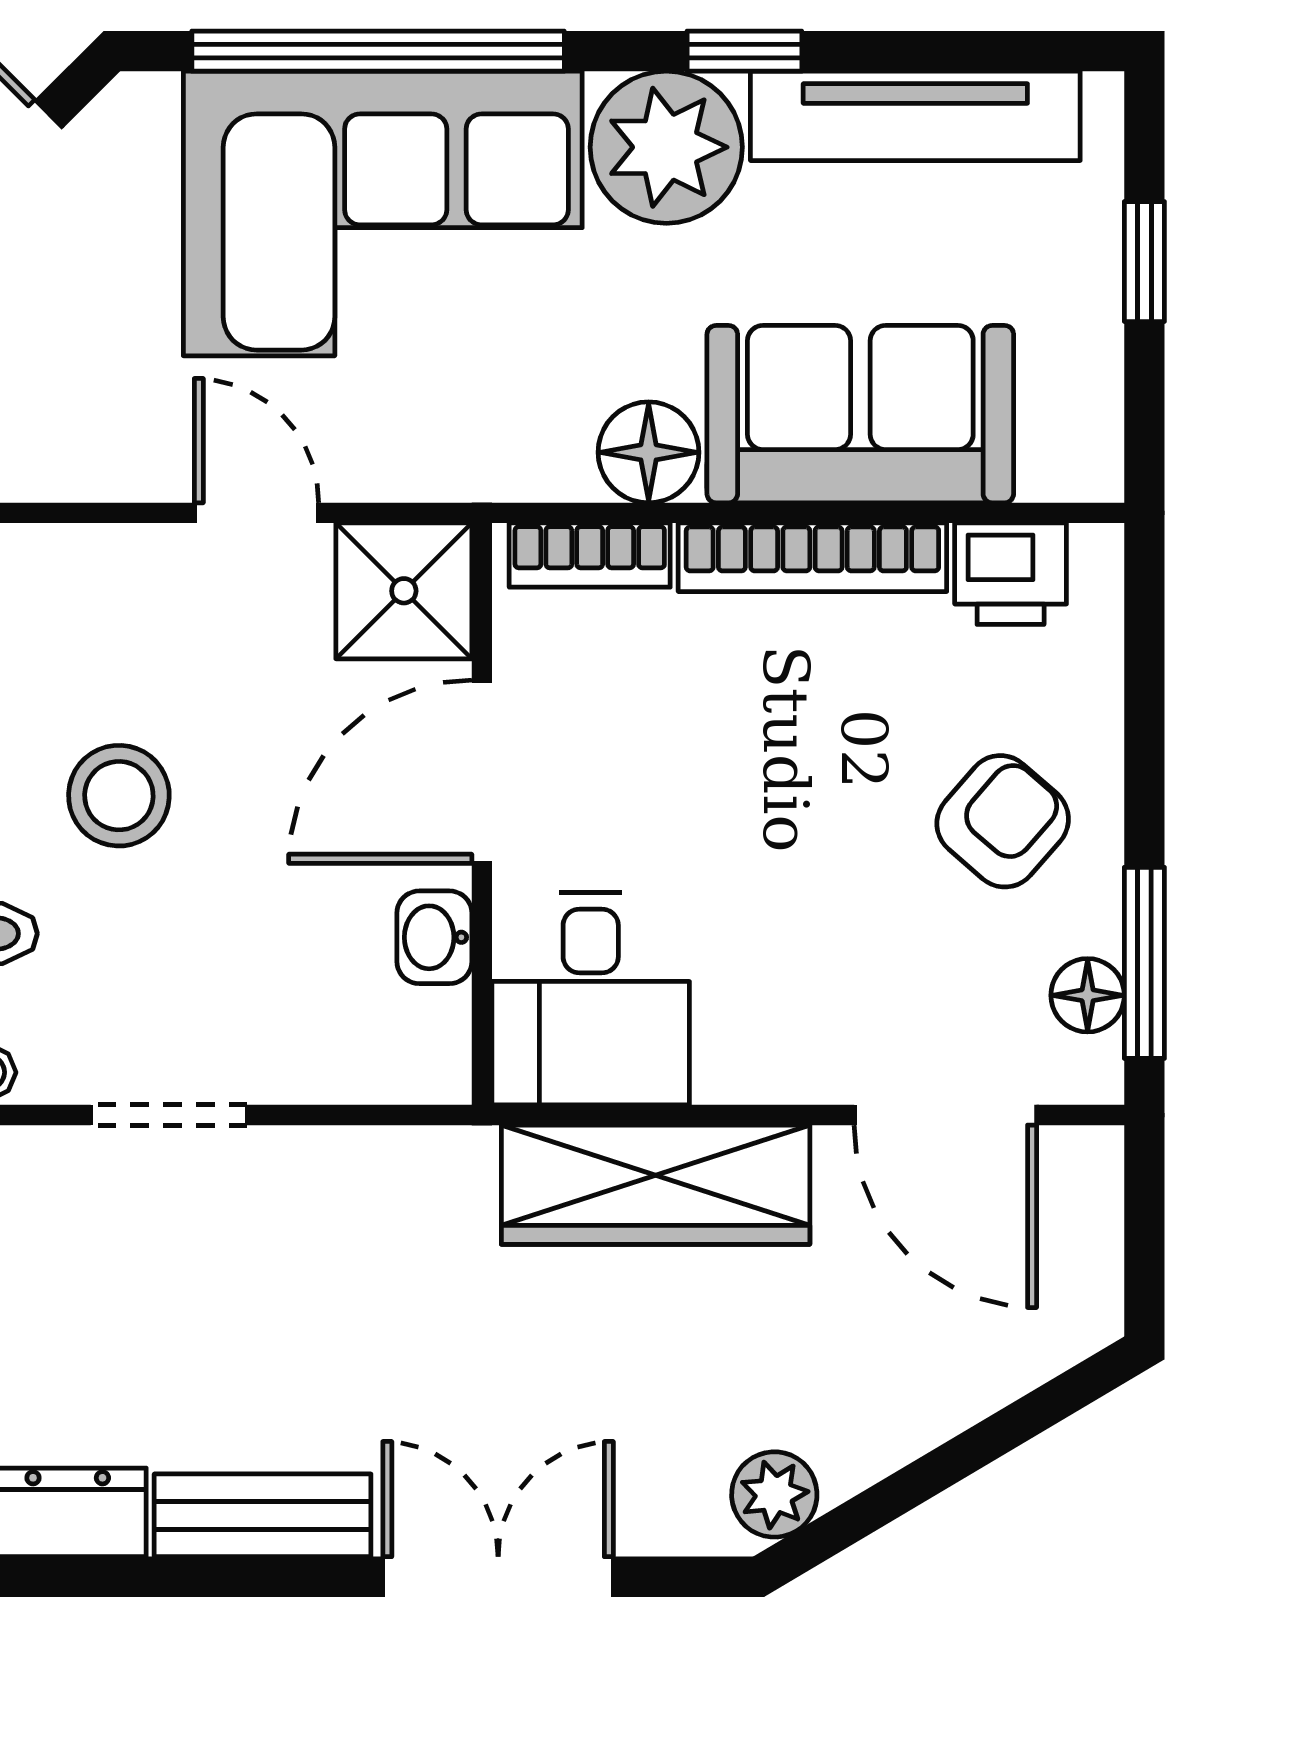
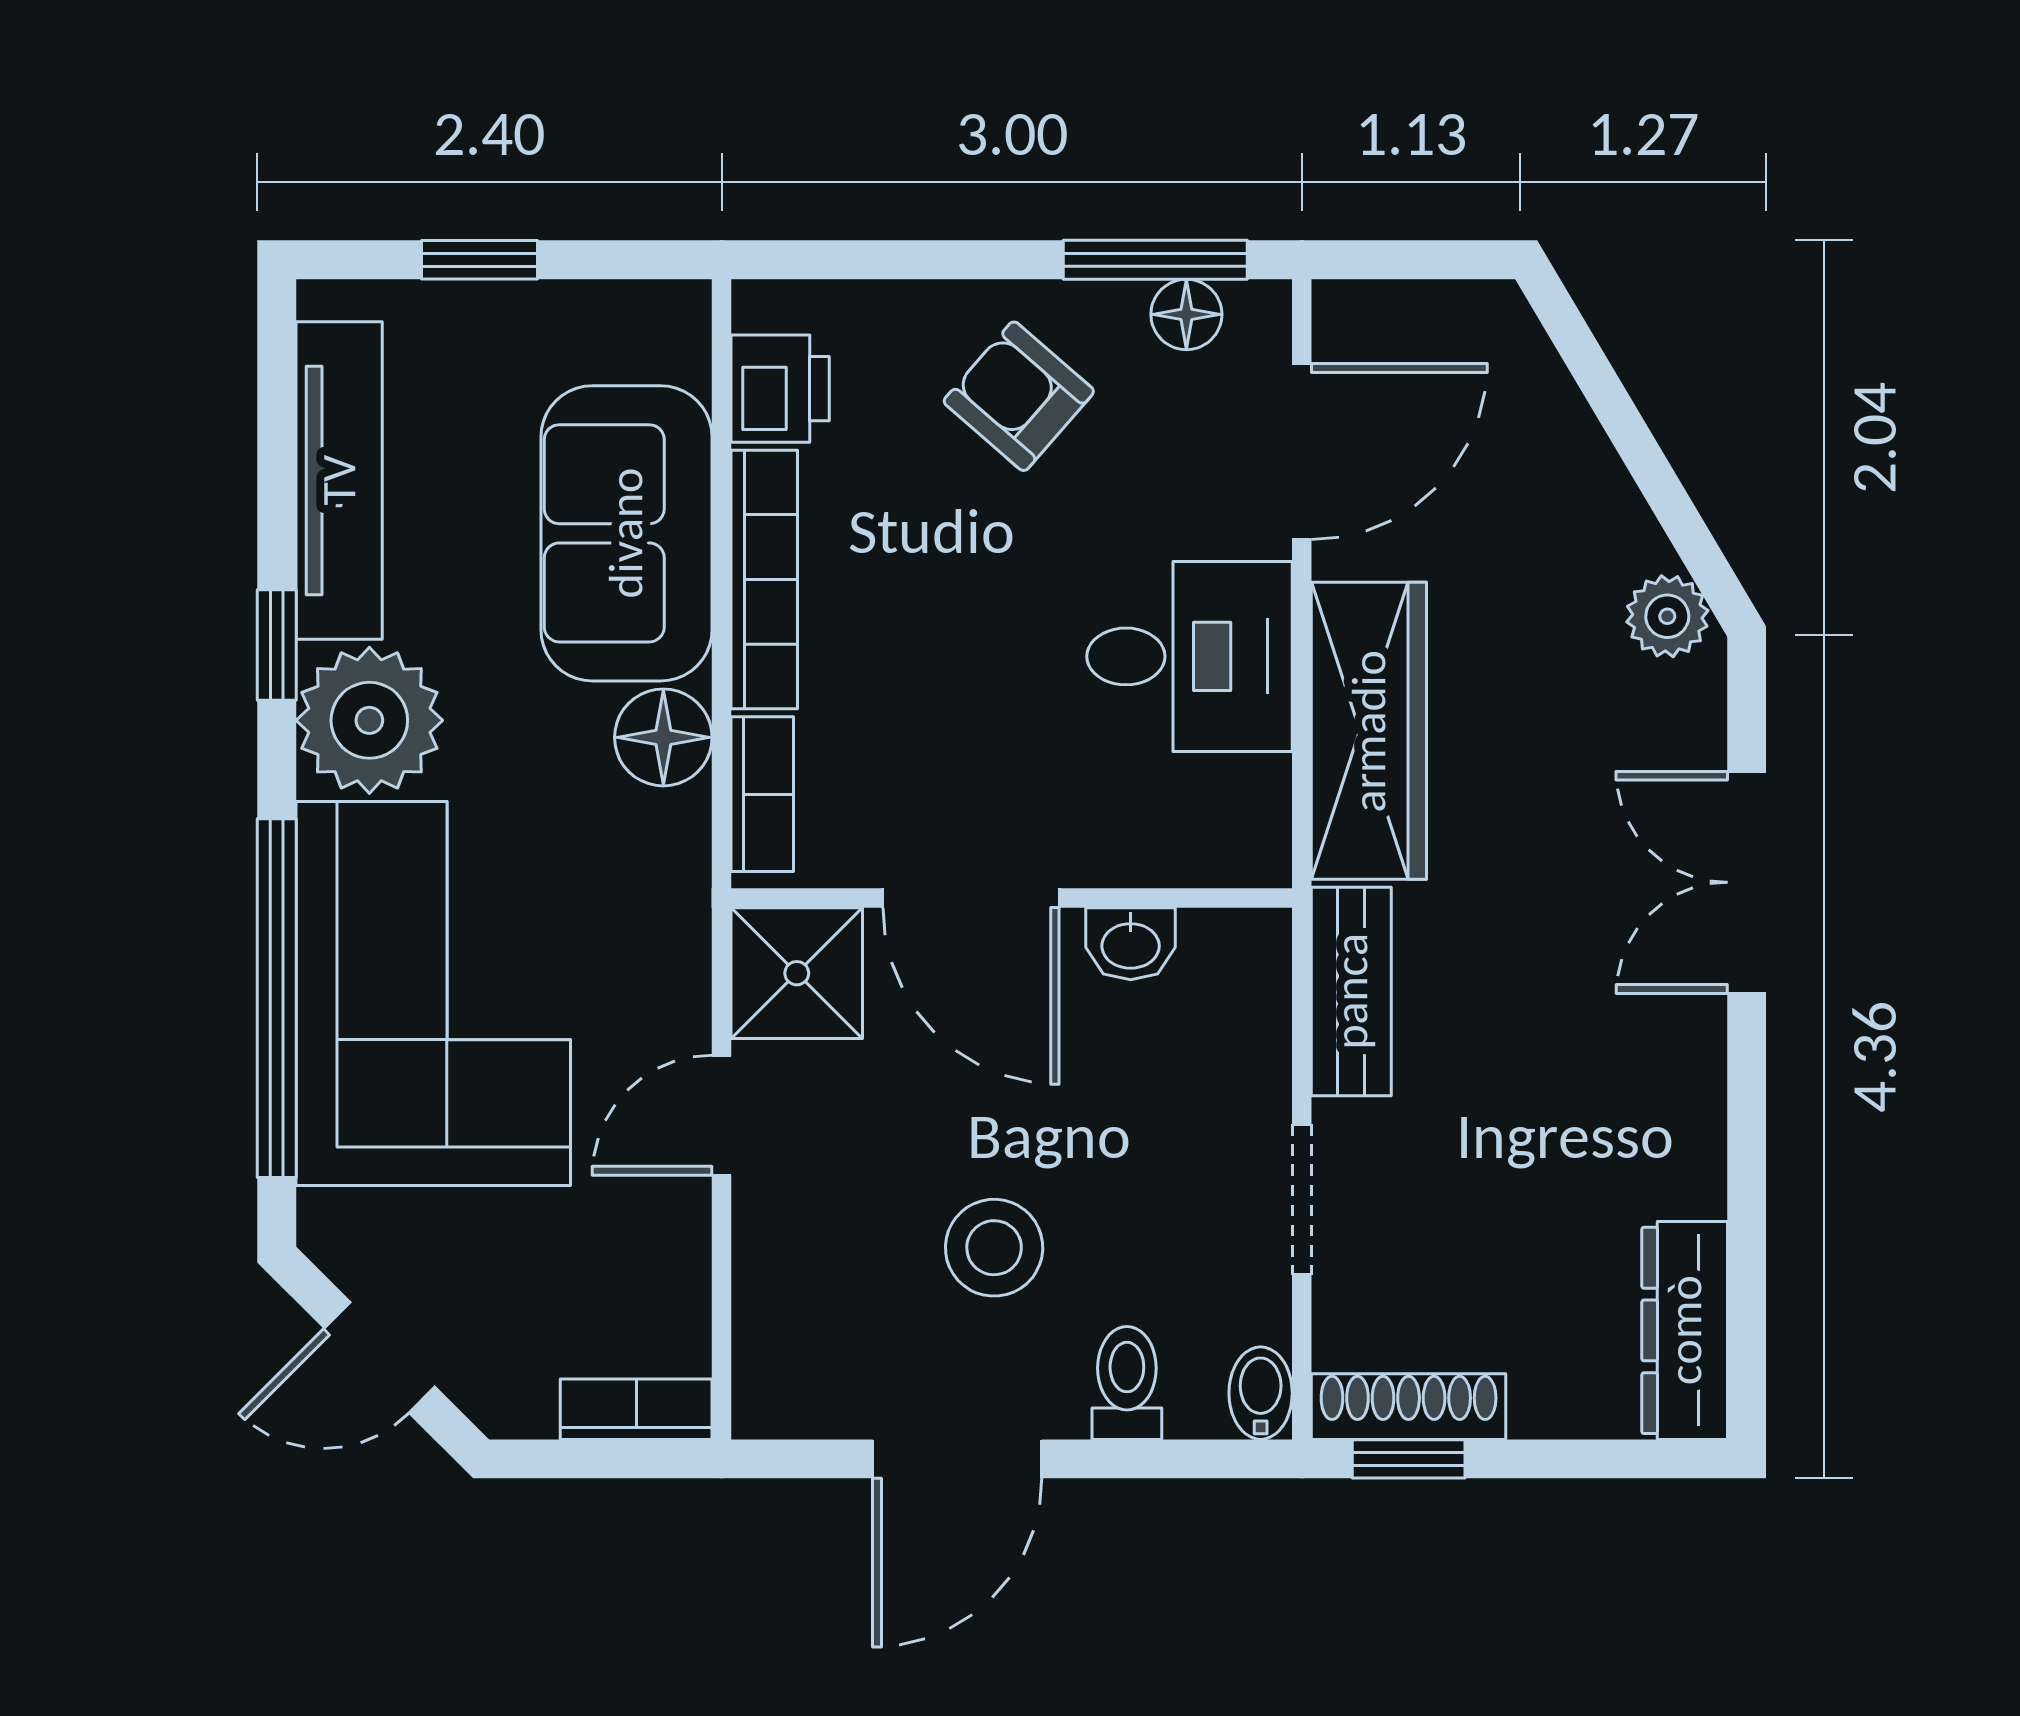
desk: (591, 999) -> (1190, 656), moved
bench: (263, 1515) -> (1351, 991), moved

